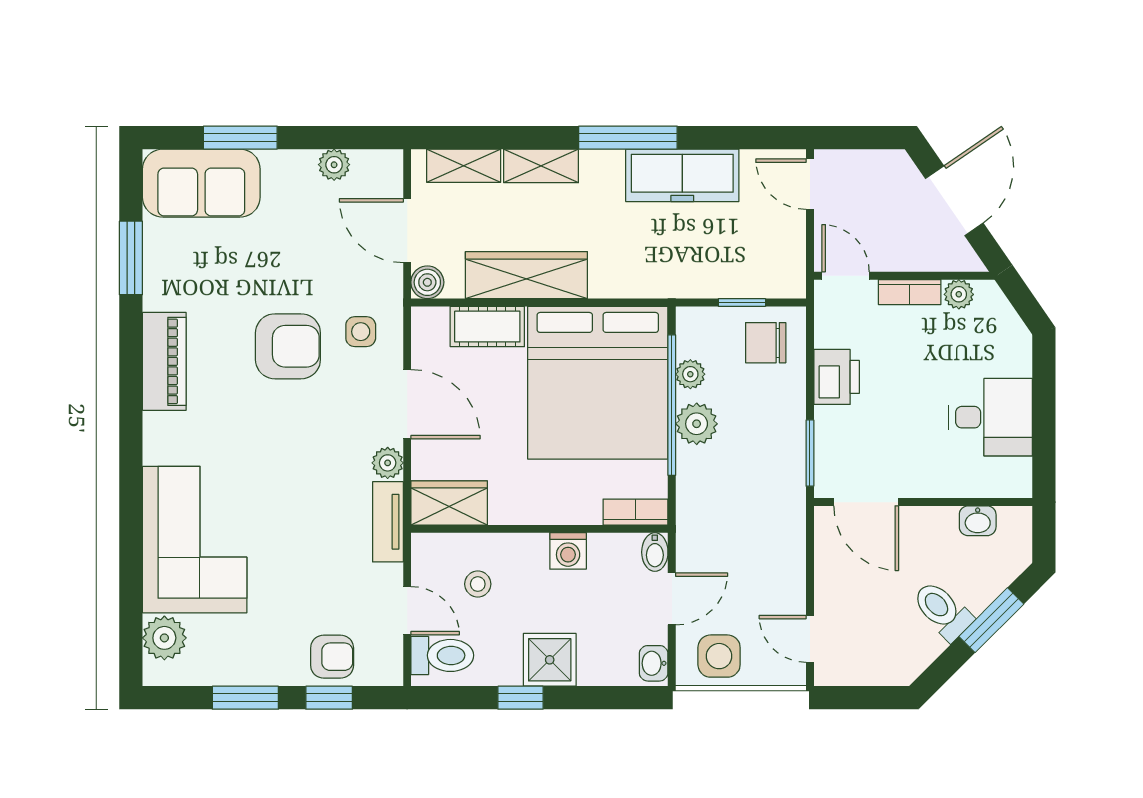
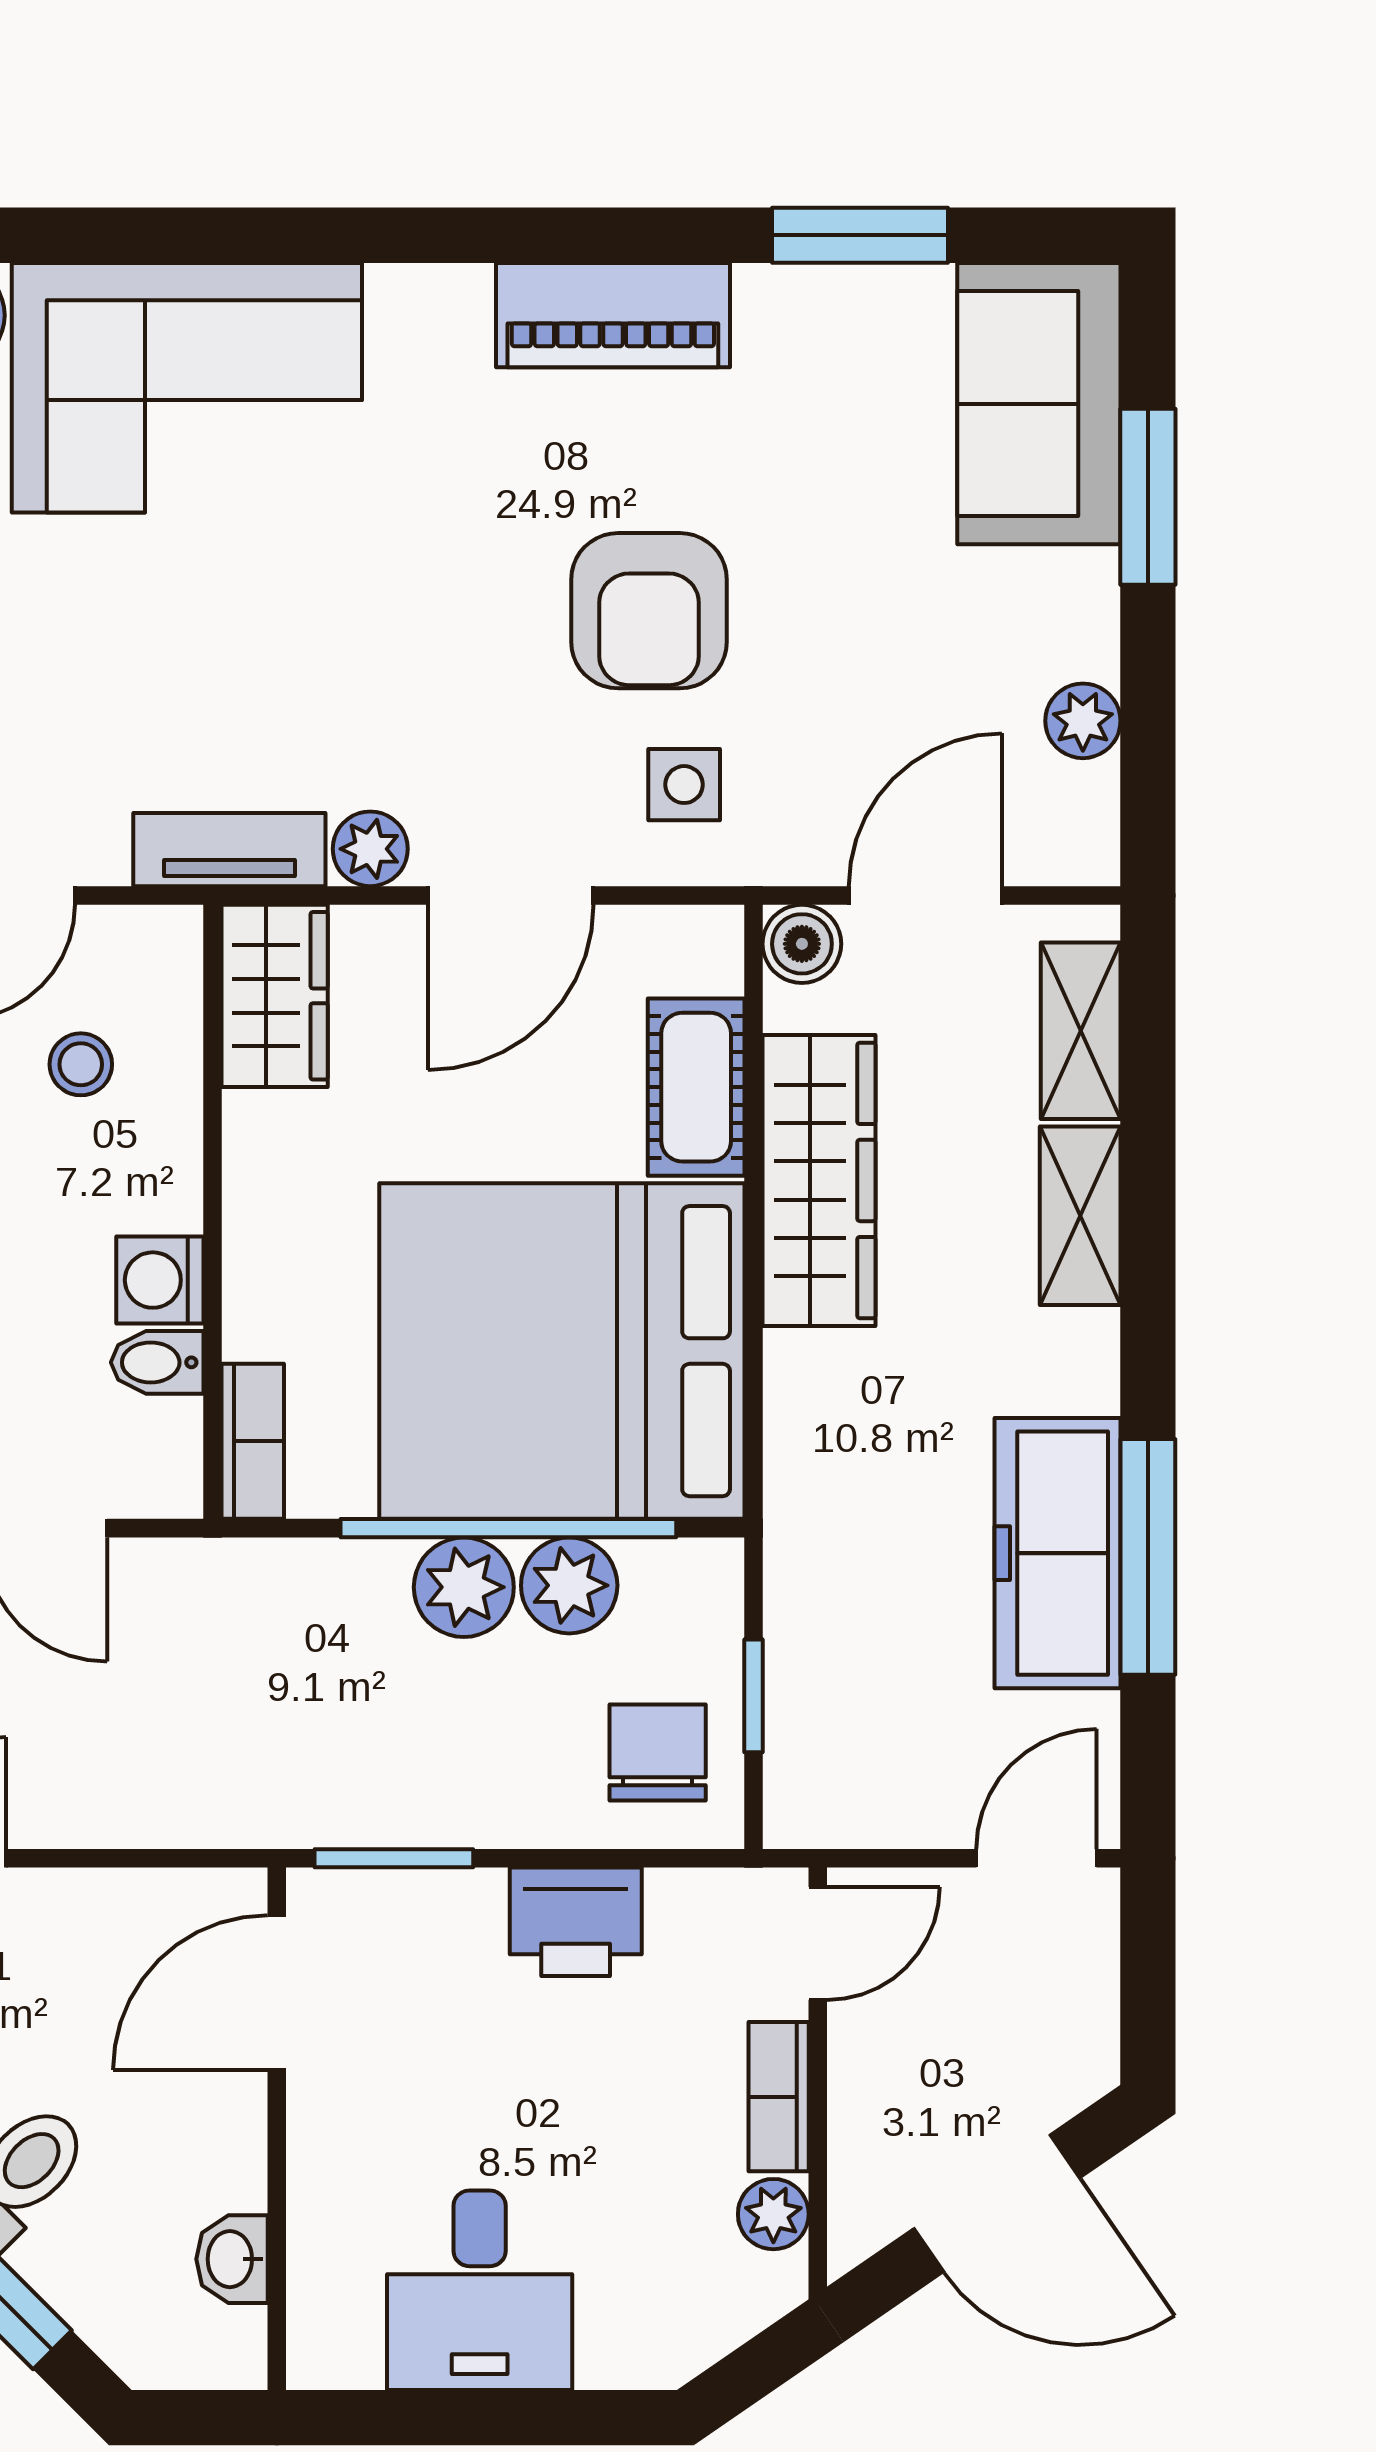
window: (628, 138) -> (1148, 1557), moved
plant: (690, 374) -> (569, 1585), width x1.38, depth x1.38
bidet: (655, 552) -> (157, 1362), moved

